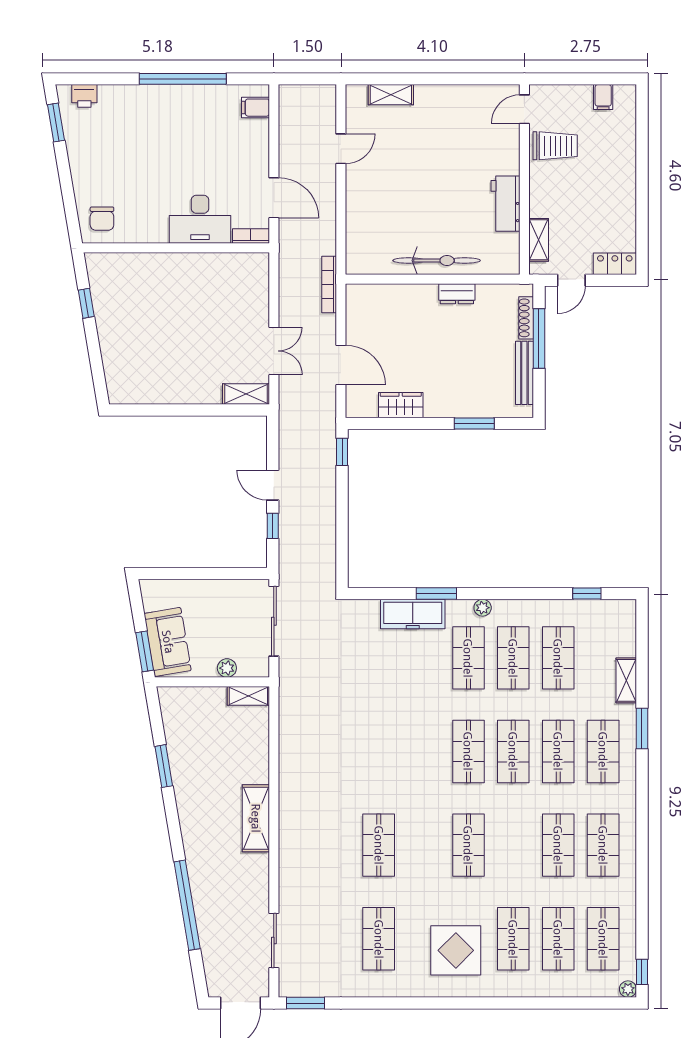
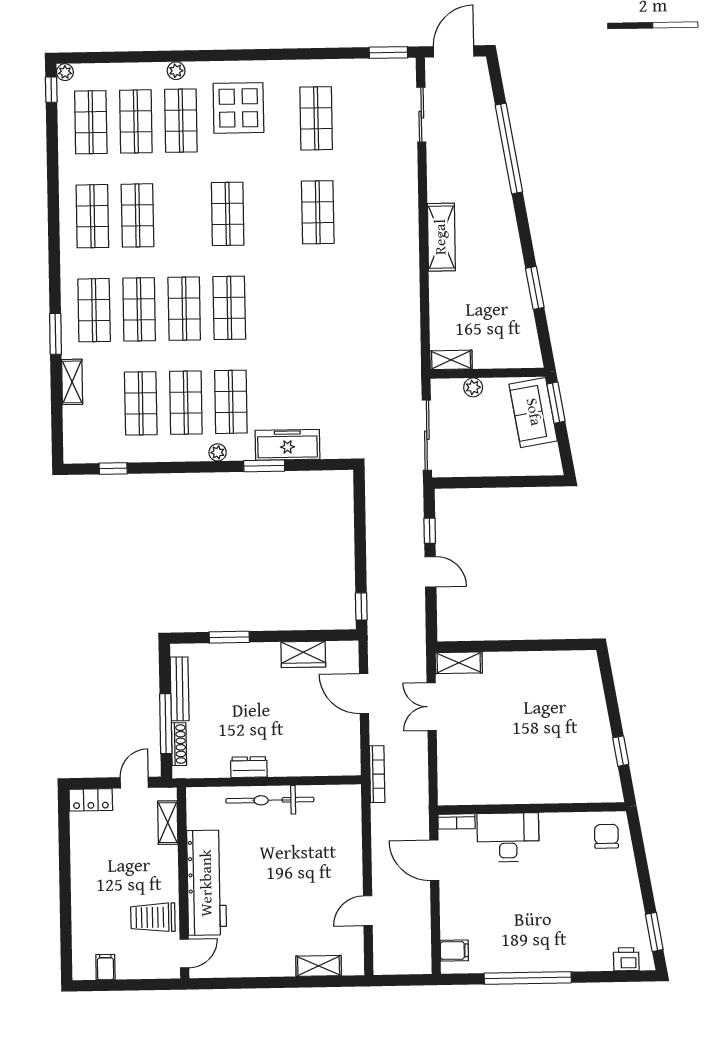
workbench: (506, 204) -> (207, 883), width x1.88, depth x1.32
plant: (517, 989) -> (176, 71), added

